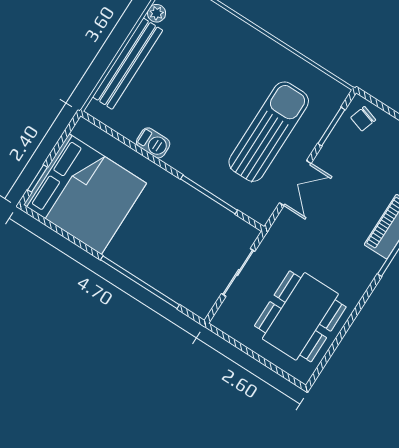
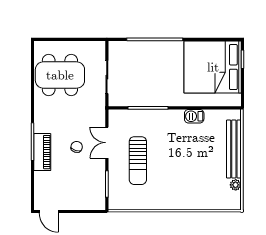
chair: (363, 119) -> (77, 147), moved
sun lounger: (269, 132) -> (138, 161), width x0.73, depth x0.75
dining table: (300, 316) -> (60, 75), turned 90

